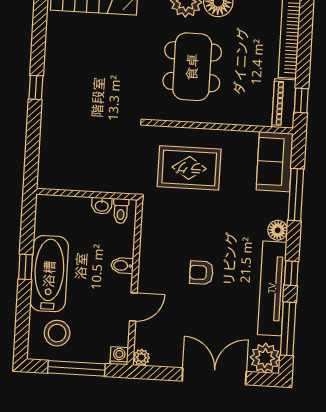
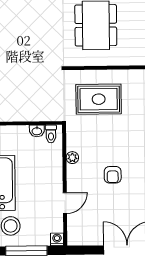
bidet: (122, 266) -> (55, 174), removed
armchair: (201, 273) -> (113, 175), turned -90
plant: (141, 357) -> (72, 158), moved

